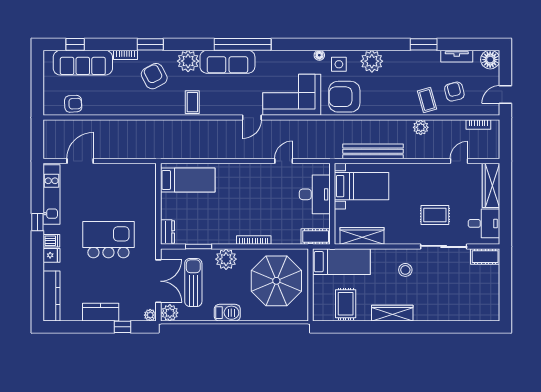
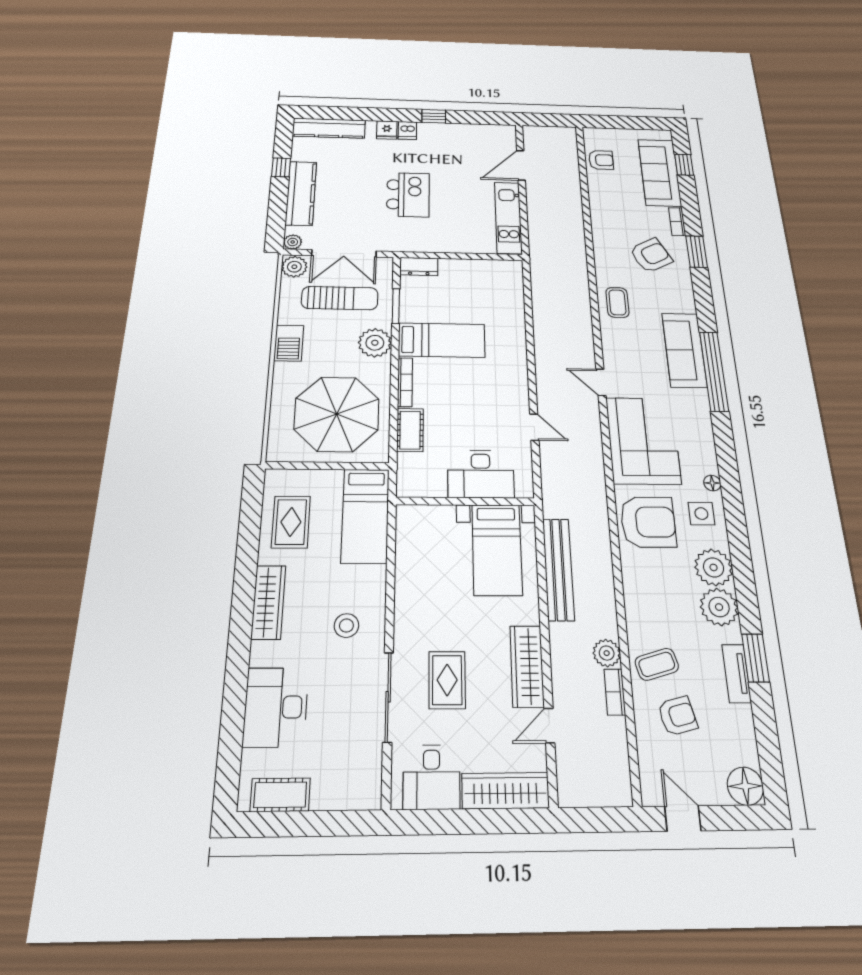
tv unit: (457, 56) -> (737, 673), moved
plant: (188, 61) -> (719, 607), moved
armchair: (344, 97) -> (648, 522), turned 90
coffee table: (192, 102) -> (617, 302), turned 90
armchair: (73, 104) -> (601, 160), turned -87
bookcase: (478, 125) -> (615, 692), moved
door: (80, 161) -> (521, 165), swing flipped
door: (459, 161) -> (549, 726), swing flipped
bed: (188, 180) -> (442, 340), moved, turned -90
kitchen unit: (52, 195) -> (508, 218), moved, turned 90
cot: (316, 236) -> (410, 430), moved
wardrobe: (362, 236) -> (527, 666), moved, turned 180
kitchen island: (108, 240) -> (408, 195), width x0.73, depth x0.78
cot: (485, 257) -> (280, 795), moved, turned 90
rug: (346, 304) -> (291, 522), turned 90
desk: (449, 305) -> (276, 707), added
kitchen counter: (101, 312) -> (301, 193), width x1.50
window: (122, 327) -> (281, 167), moved

